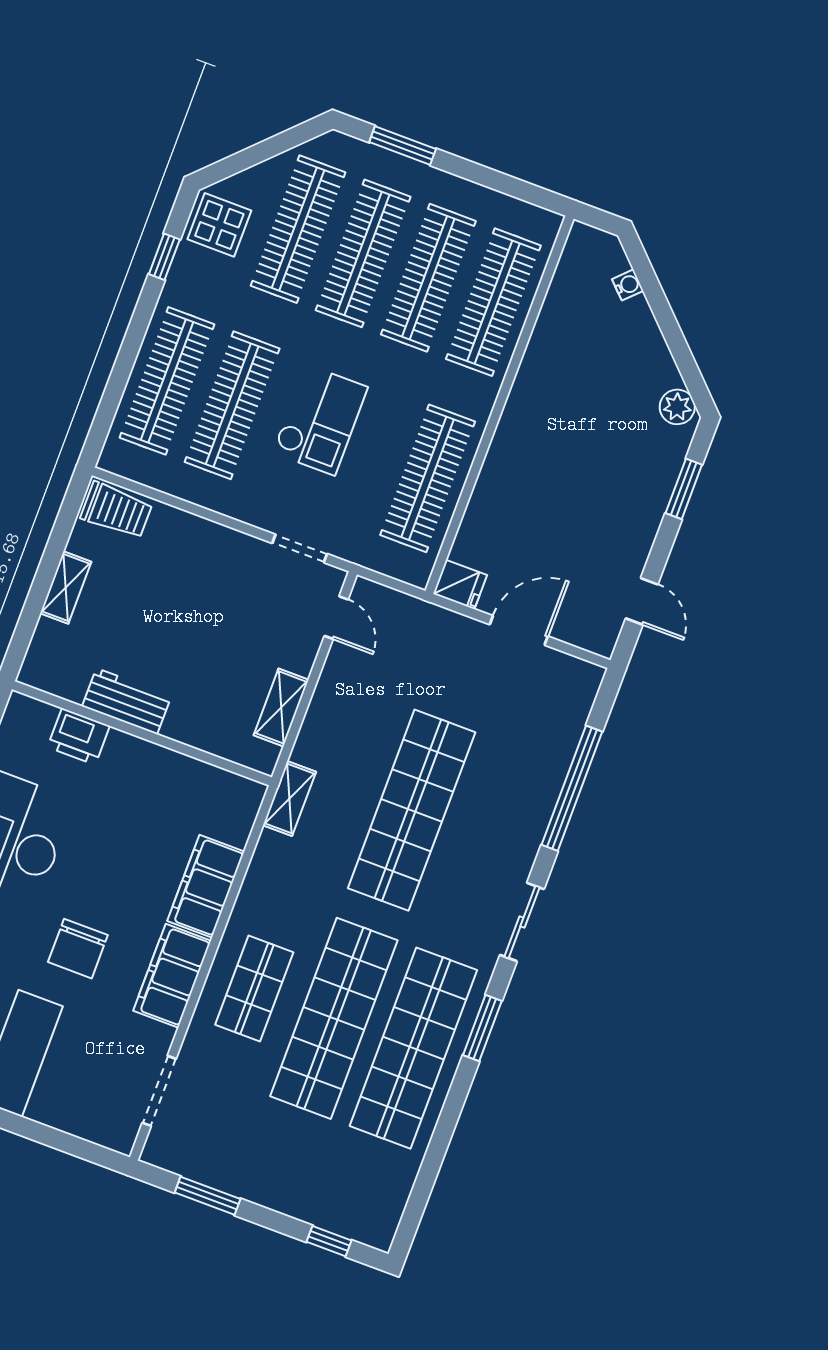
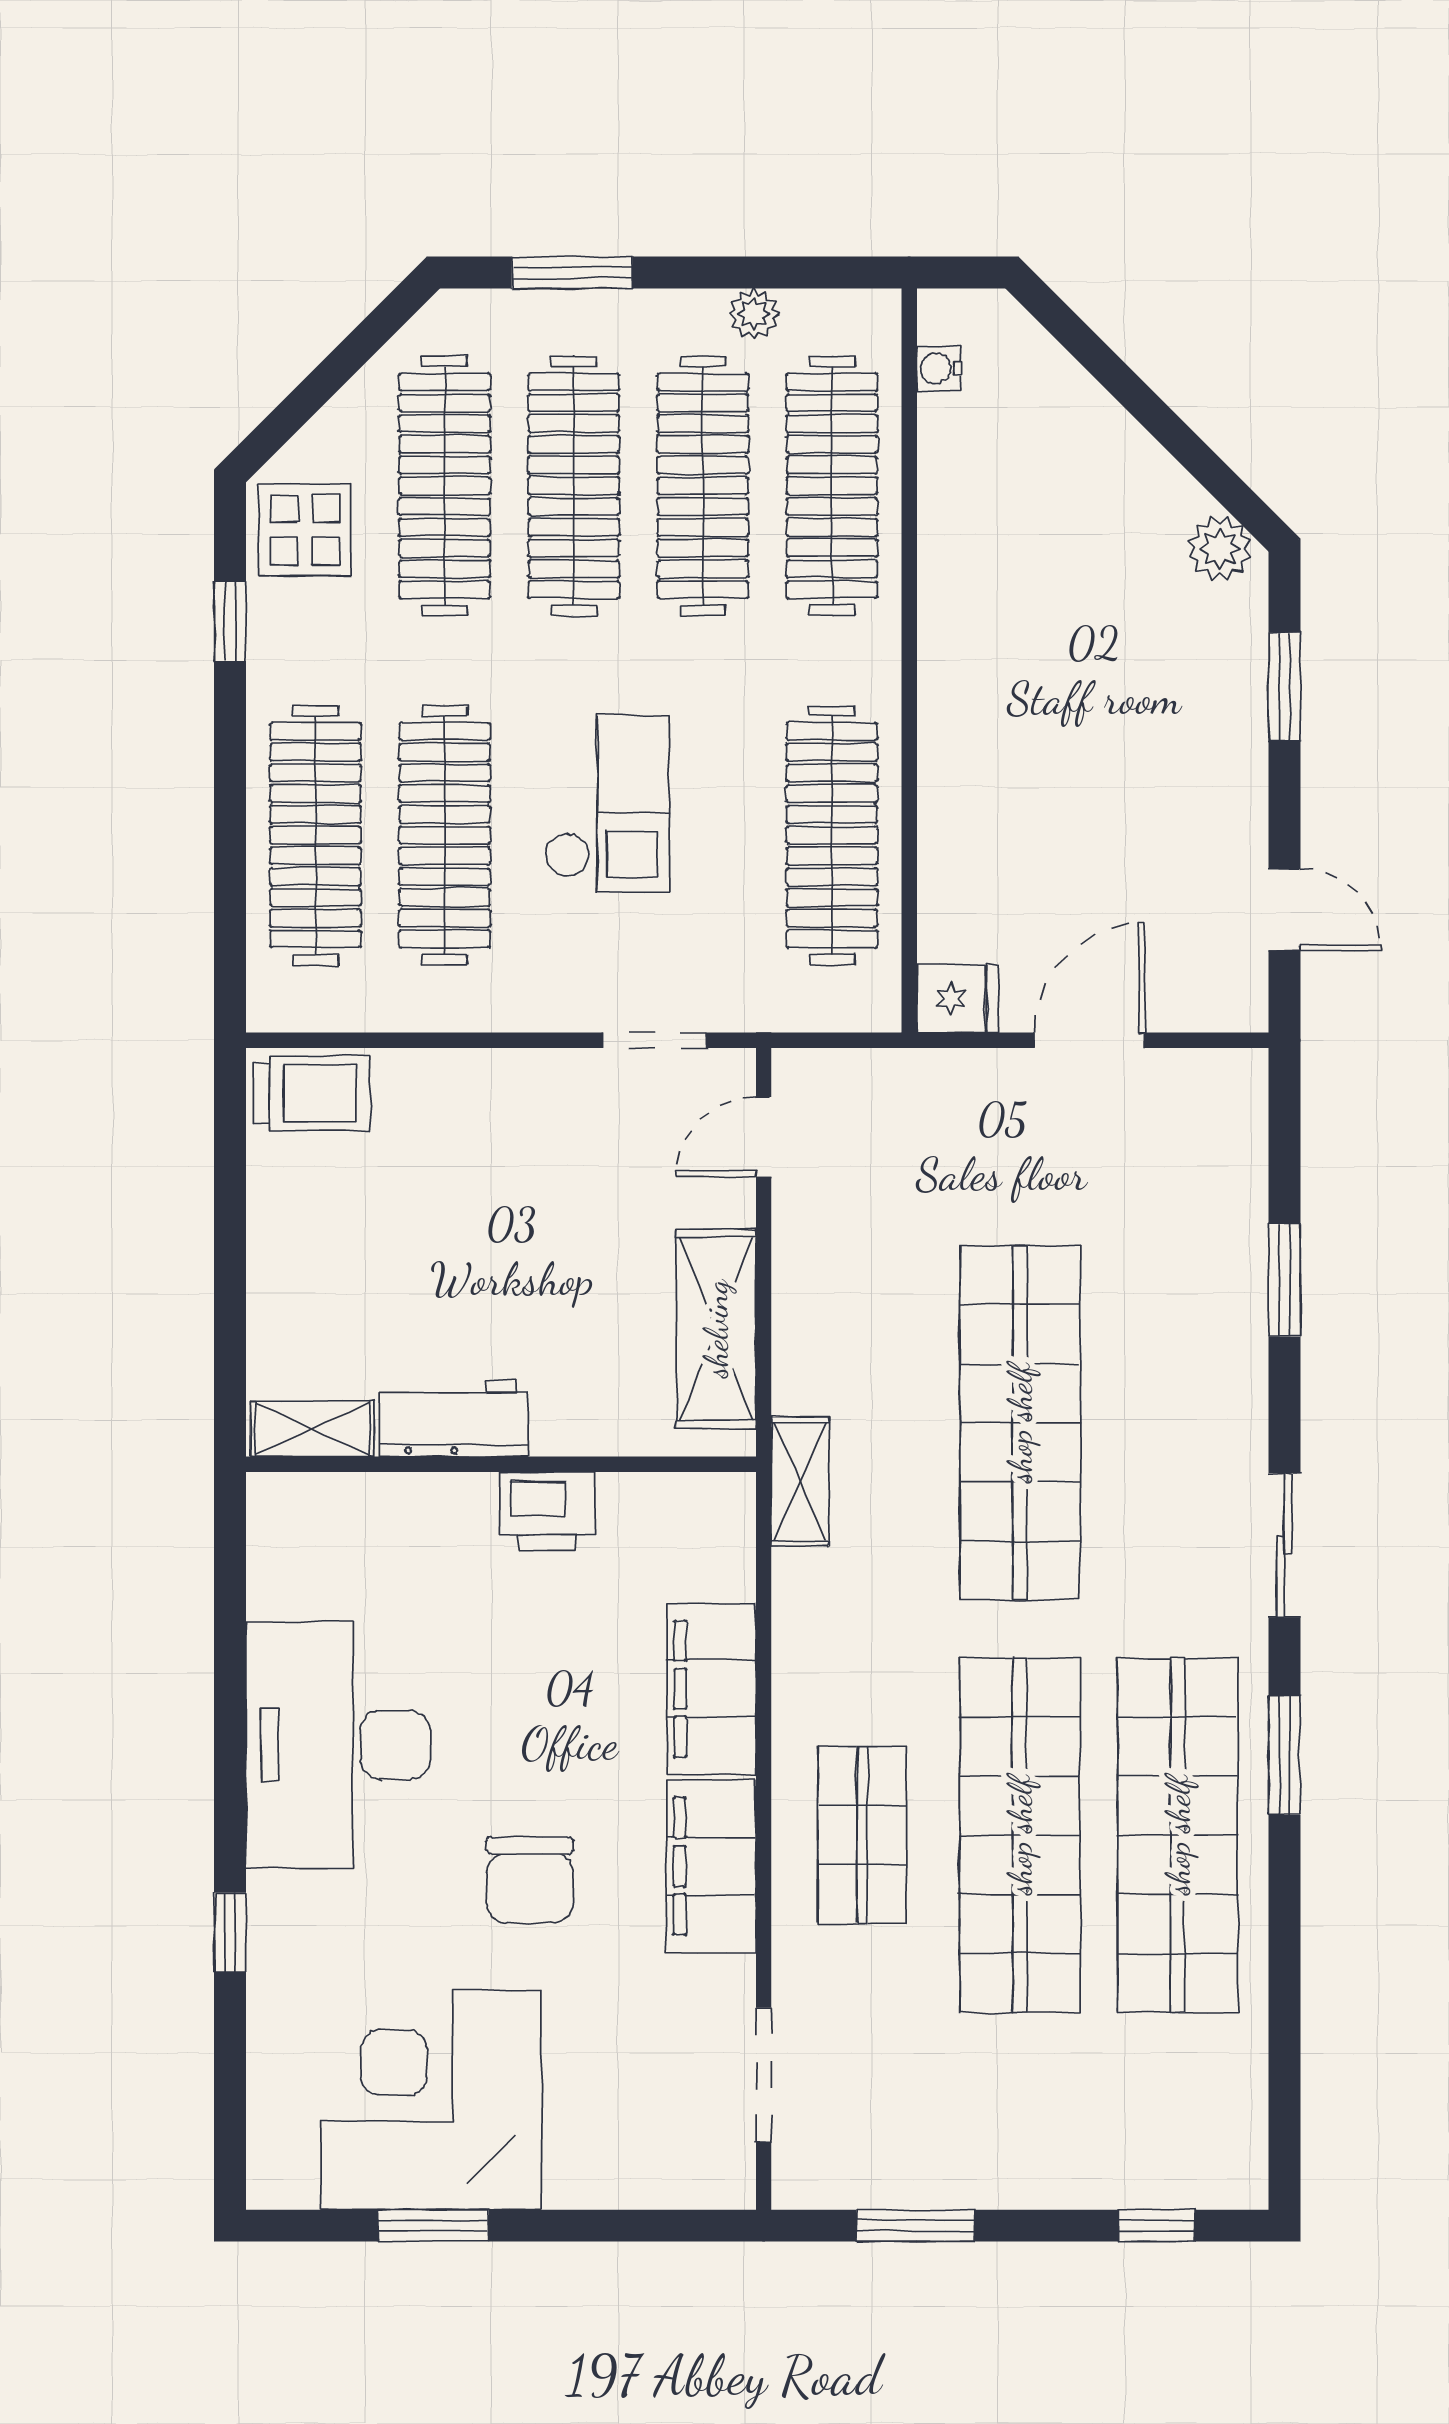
plant: (487, 201) -> (754, 314), added
water cooler: (628, 285) -> (939, 369), moved, turned -135
shelving: (66, 587) -> (313, 1429), moved, turned 90
door: (336, 618) -> (764, 1137), swing flipped
shelving: (281, 707) -> (716, 1329), width x1.50, depth x1.33
printer: (79, 737) -> (547, 1511), moved
window: (572, 788) -> (1284, 1280), width x0.47

